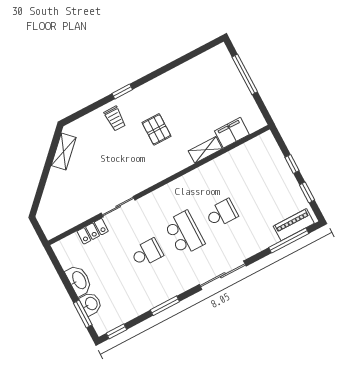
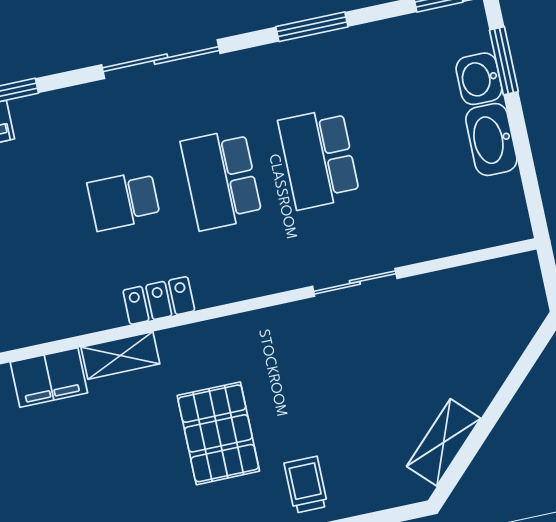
pallet: (156, 129) -> (218, 433), width x1.50, depth x1.42
locker: (93, 231) -> (159, 300), moved
school desk: (147, 253) -> (319, 159), width x1.85

